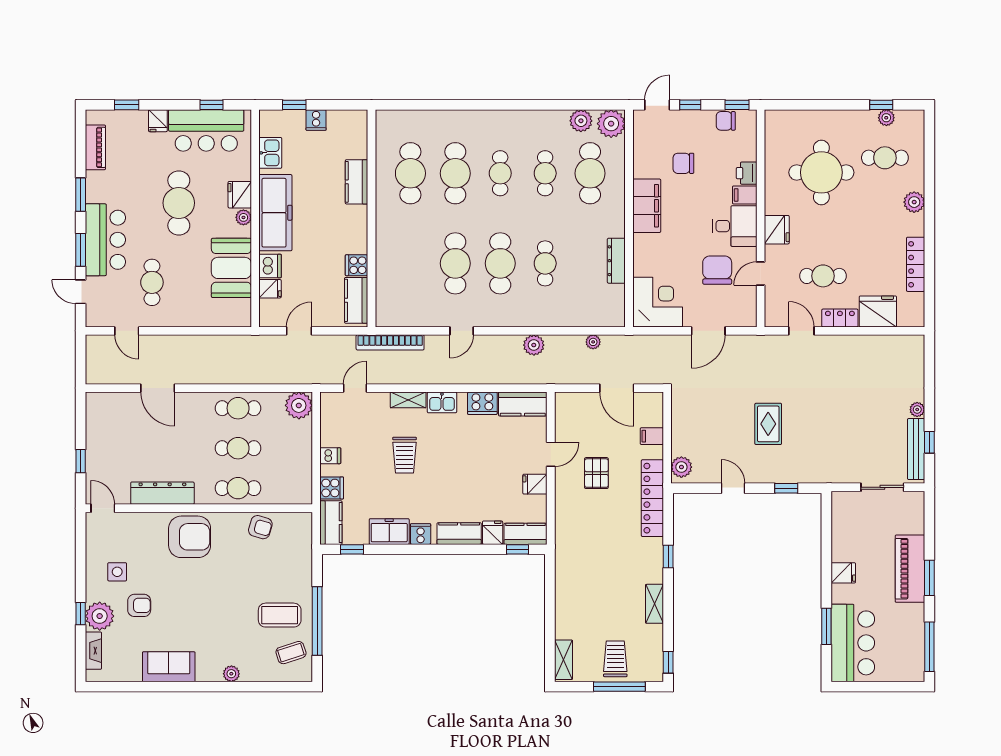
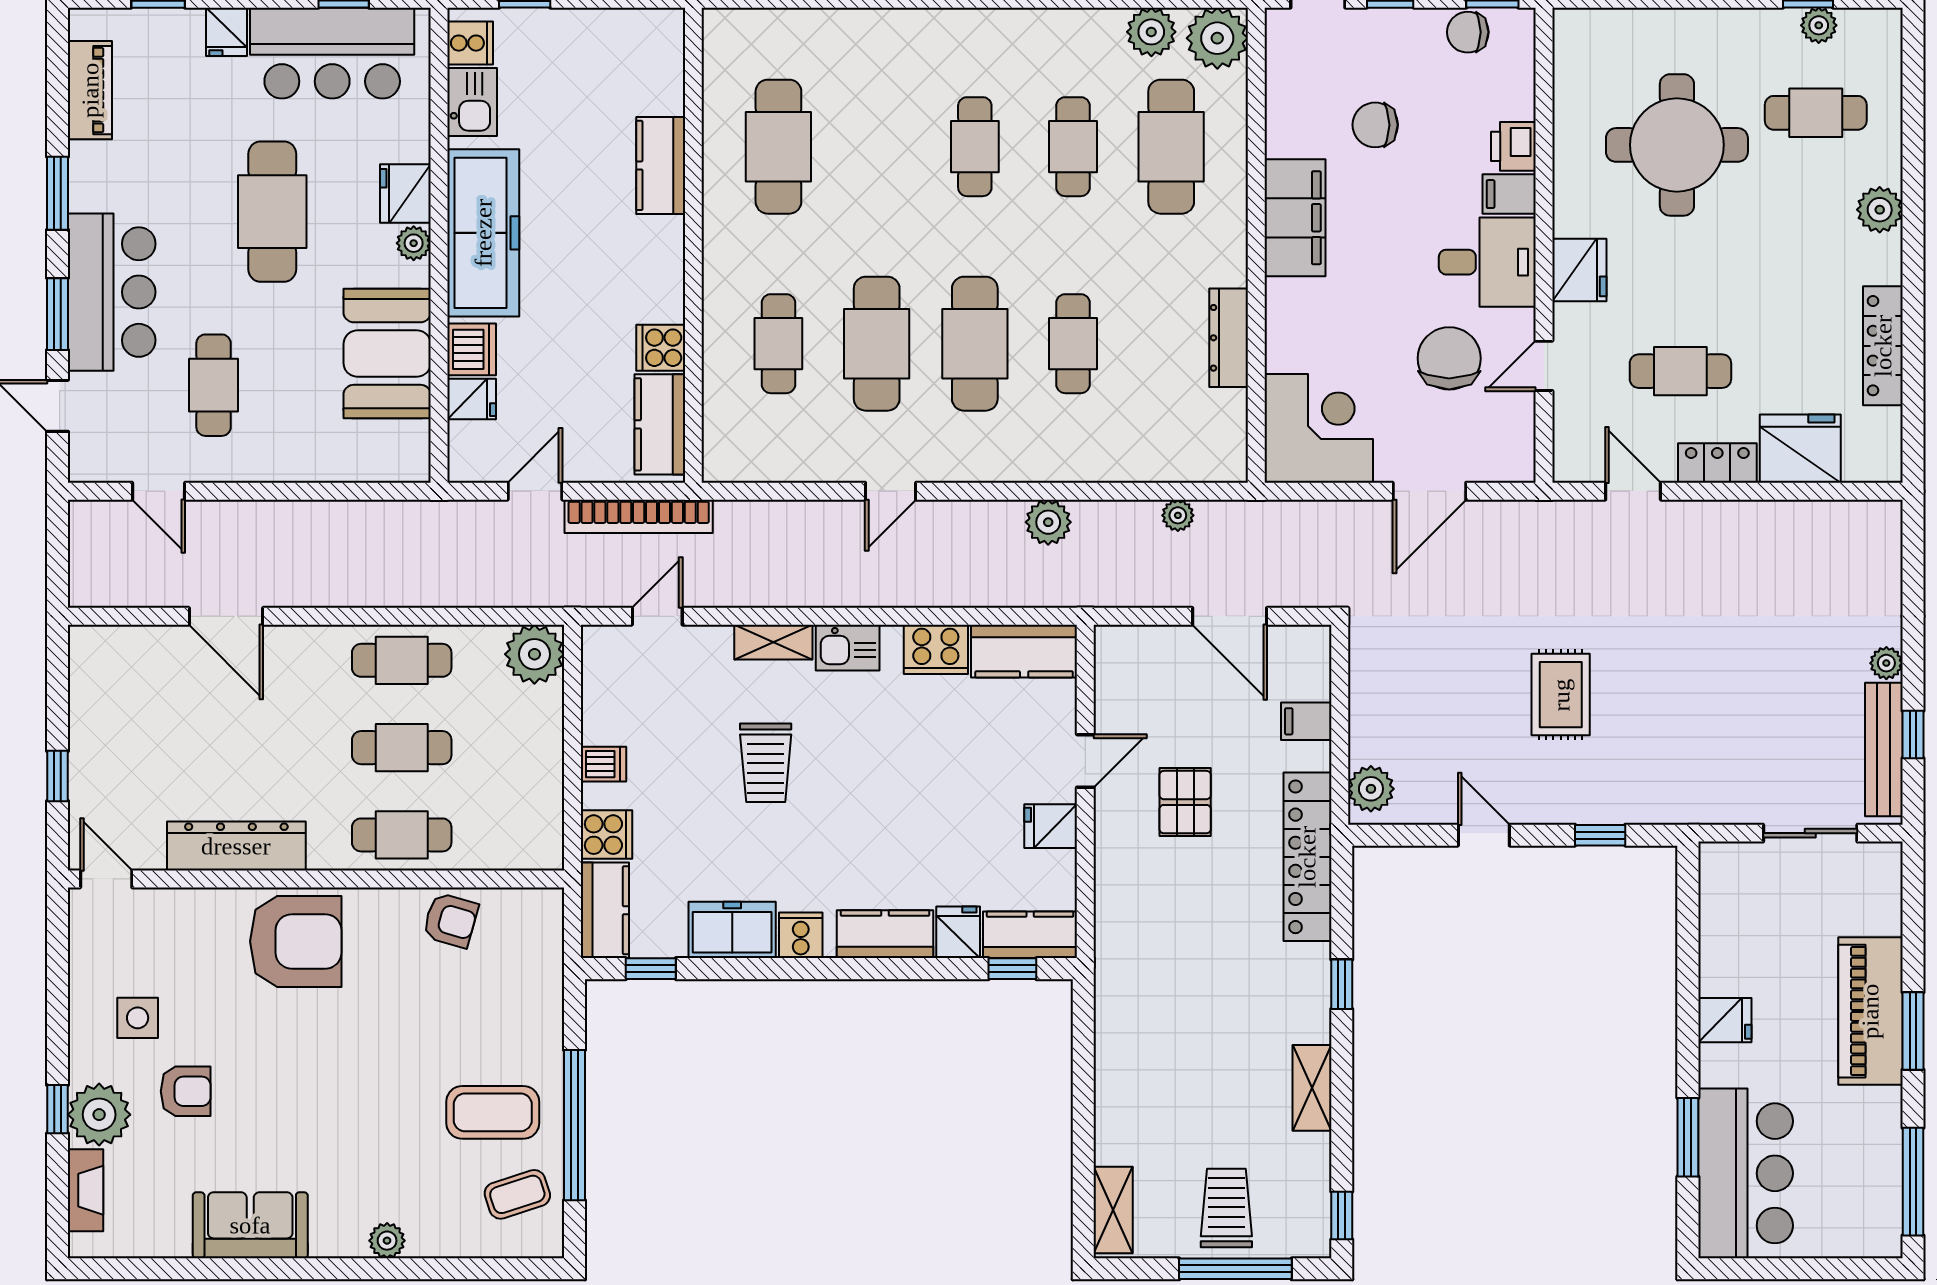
cooker: (316, 120) -> (470, 43), moved, turned -90
cafe table: (455, 173) -> (778, 344), moved, width x0.73, depth x0.74
bookcase: (390, 342) -> (639, 516), moved

